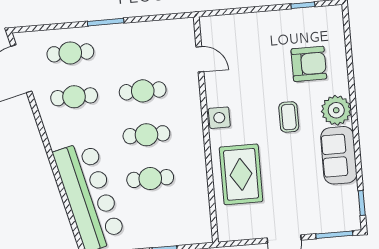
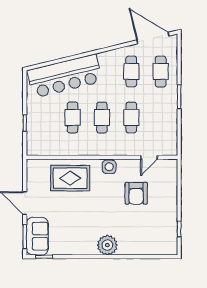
armchair: (309, 64) -> (136, 193), moved
coffee table: (289, 117) -> (106, 213), removed
sofa: (339, 155) -> (37, 236), moved, turned 90

